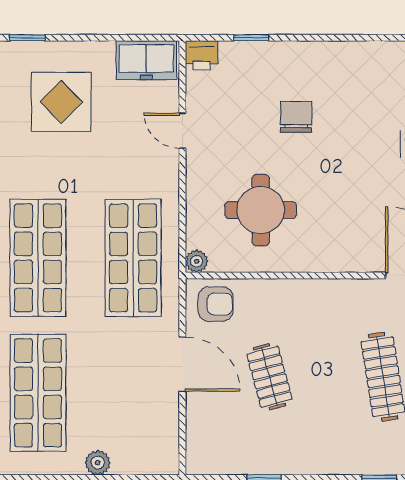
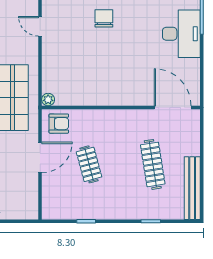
round table: (261, 210) -> (84, 71), removed
door: (182, 364) -> (40, 157), hinge flipped

